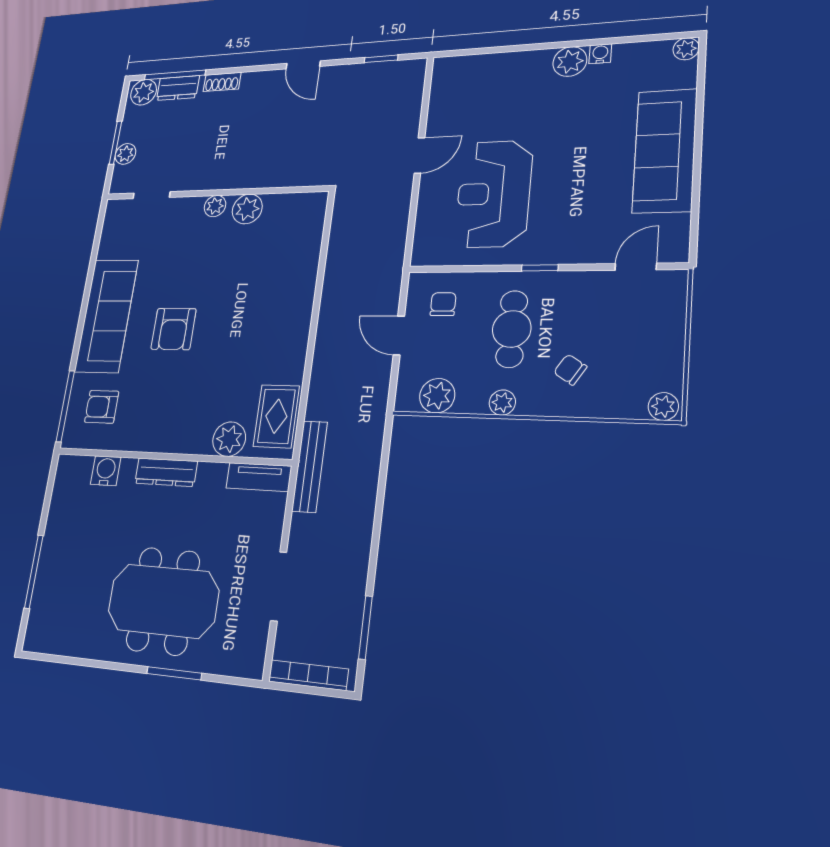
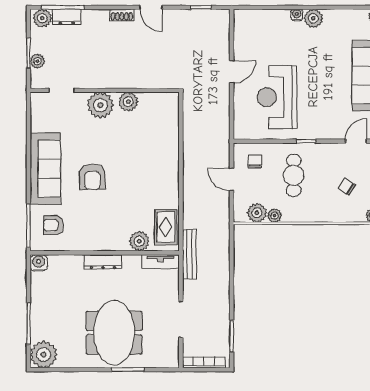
water cooler: (600, 54) -> (297, 15), moved
shoe rack: (222, 82) -> (122, 15), moved
plant: (215, 206) -> (100, 105), width x1.88, depth x1.88
chair: (570, 370) -> (347, 187), moved
plant: (502, 402) -> (275, 216), moved
water cooler: (106, 471) -> (39, 263), moved
meeting table: (163, 601) -> (114, 333), turned 90
plant: (46, 629) -> (44, 355), added

